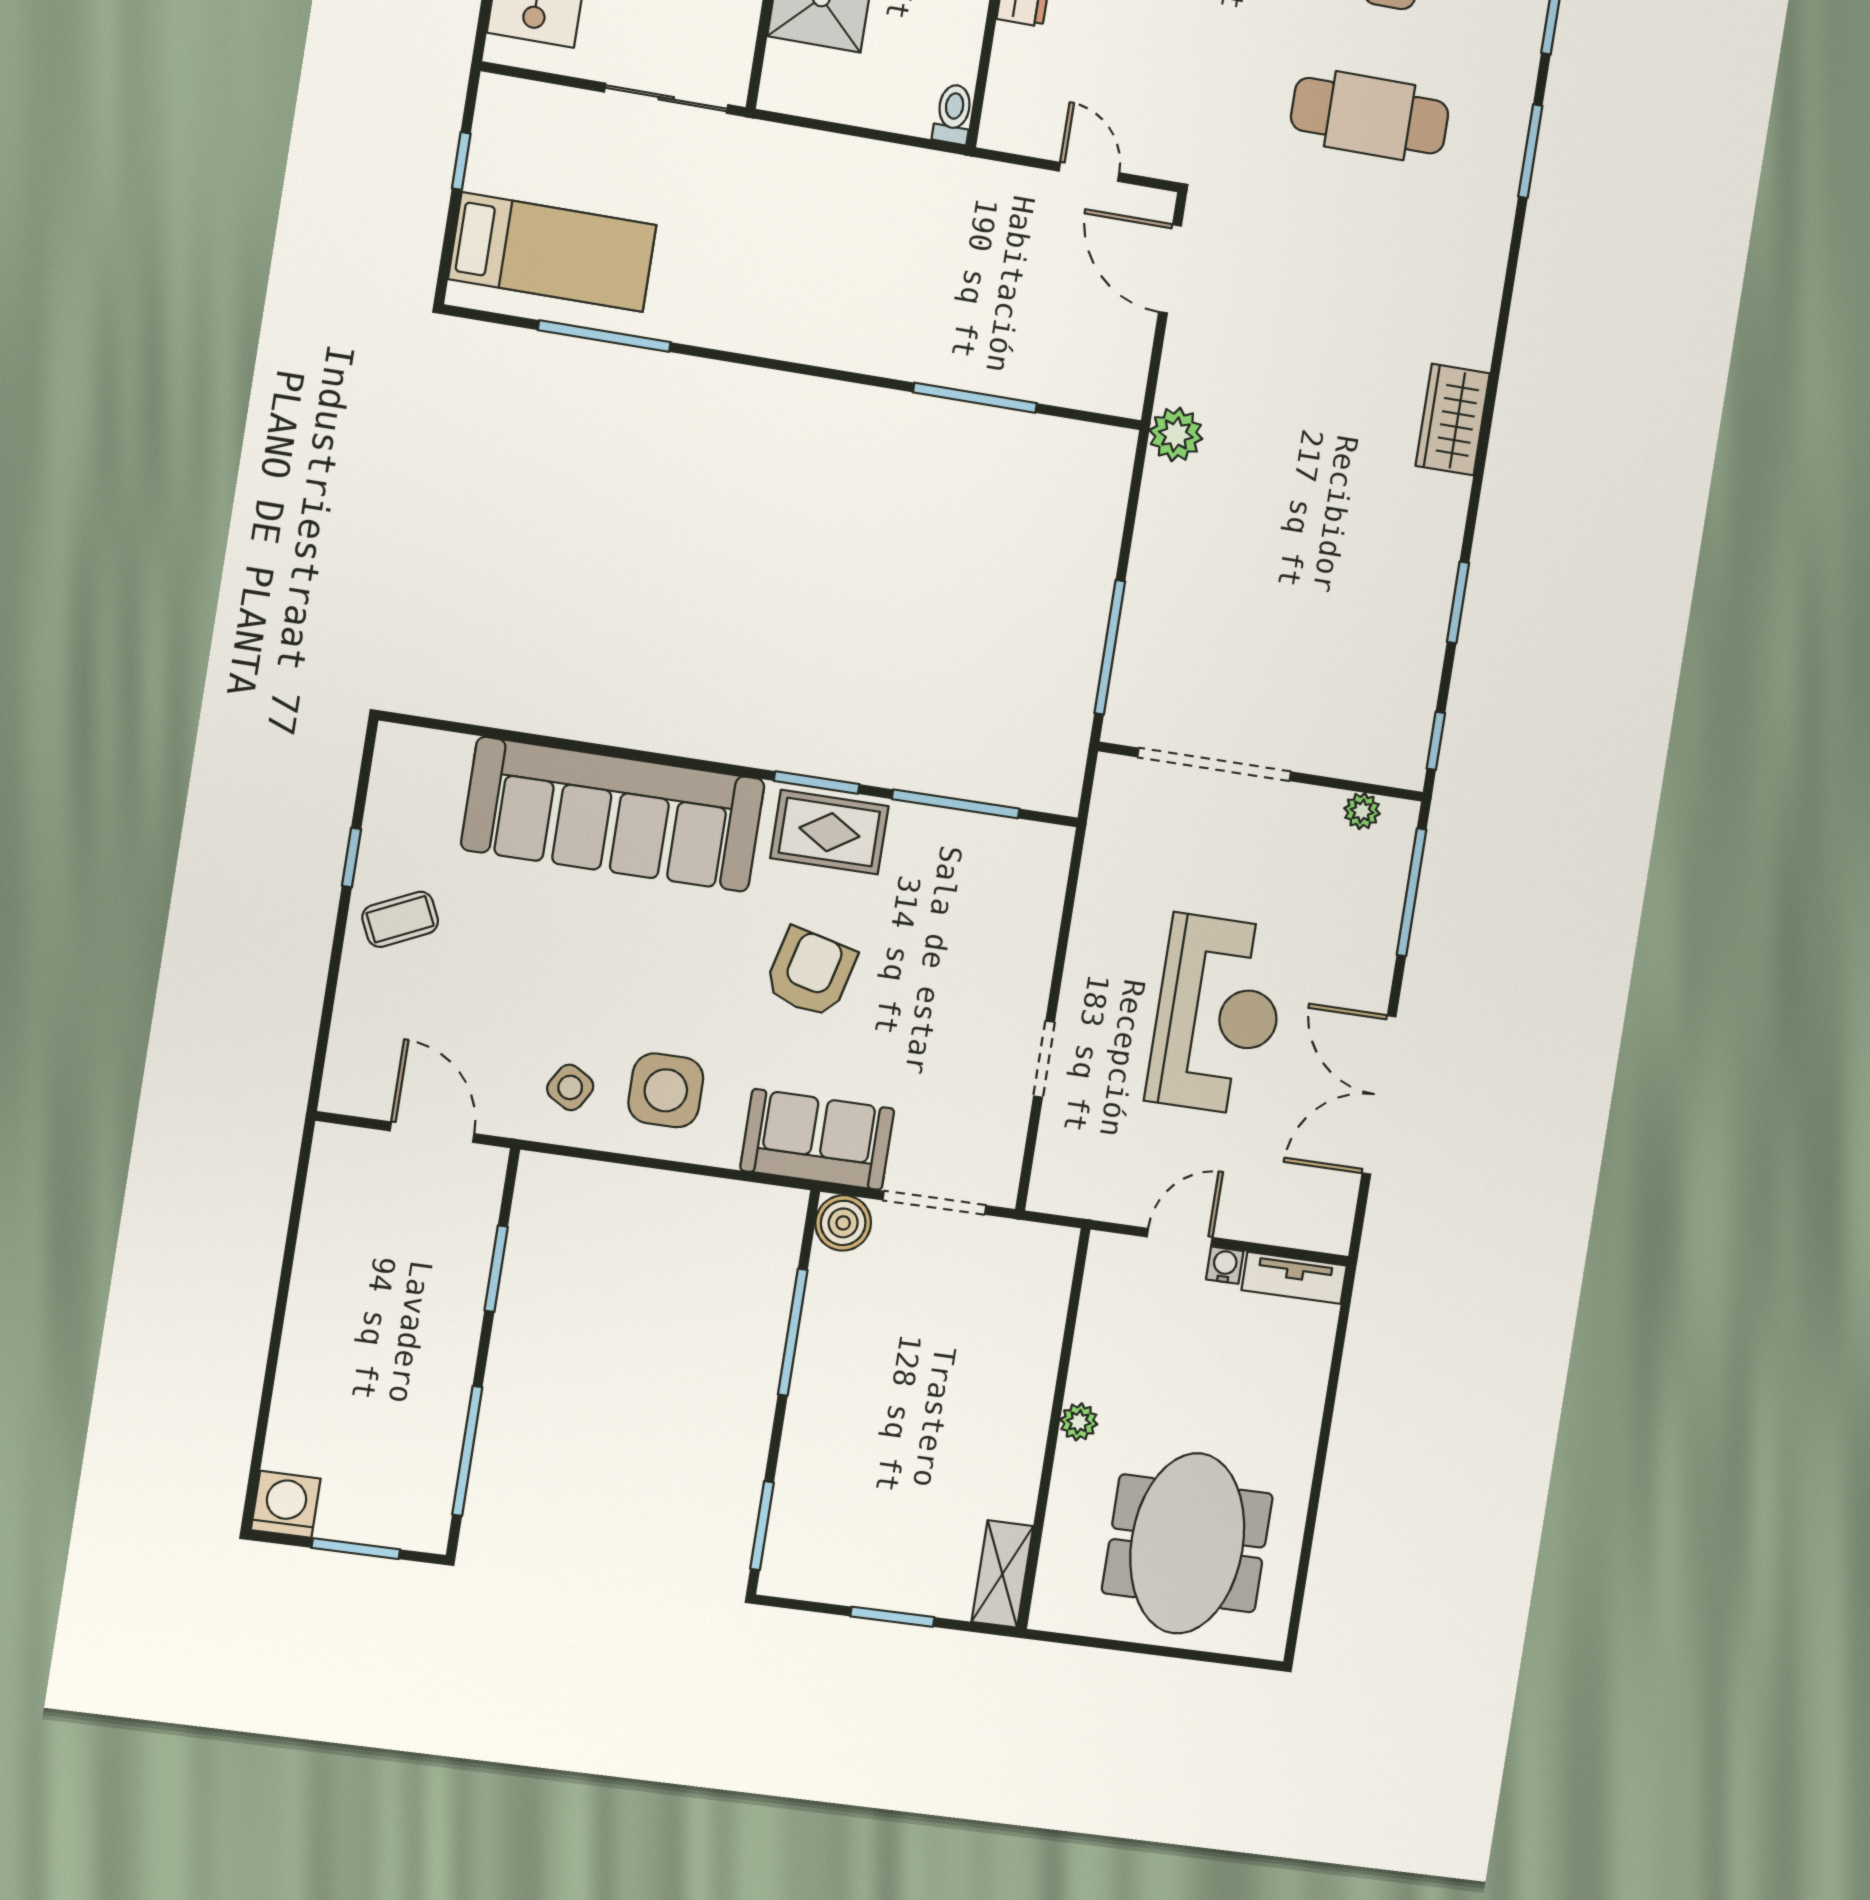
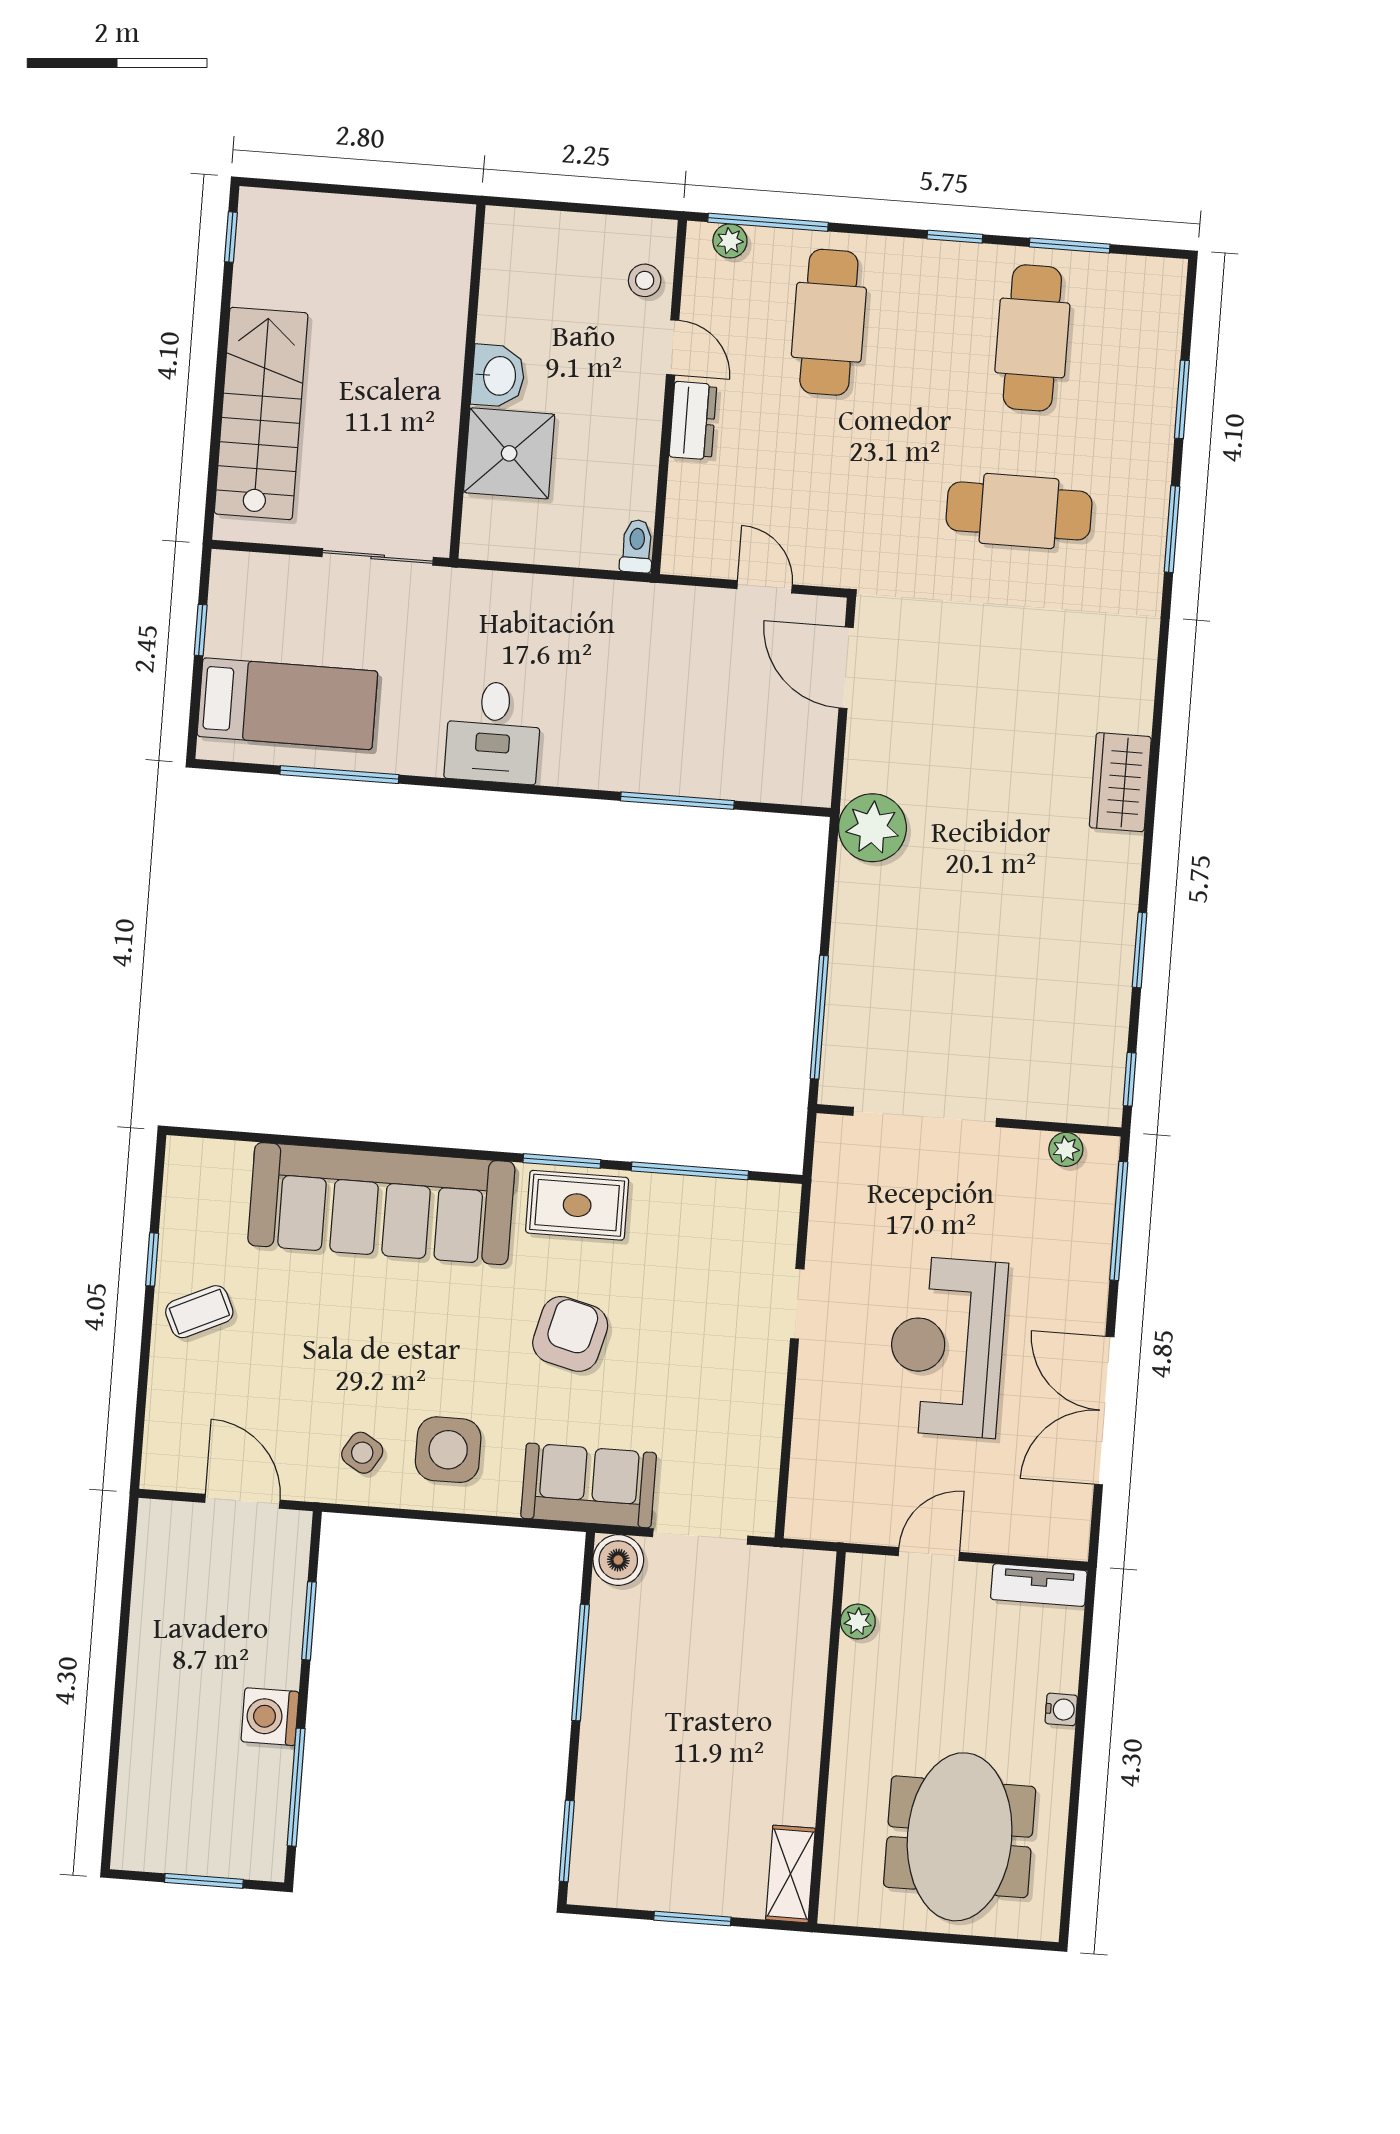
desk: (779, 304) -> (493, 732), added
plant: (1176, 434) -> (872, 828), width x1.36, depth x1.36
reception desk: (1217, 1015) -> (947, 1347), turned 180
doorway: (1044, 1059) -> (797, 1304), moved
water cooler: (1225, 1265) -> (1061, 1709), moved, turned 90
plant: (1079, 1422) -> (858, 1622), moved
washing machine: (286, 1504) -> (270, 1717), moved, turned -90

